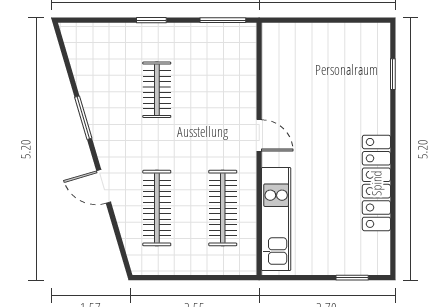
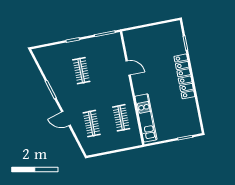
door: (259, 135) -> (128, 68), moved
locker: (376, 183) -> (184, 76), moved
clothes rail: (157, 208) -> (92, 124), width x0.73
clothes rail: (223, 208) -> (121, 118), width x0.73

